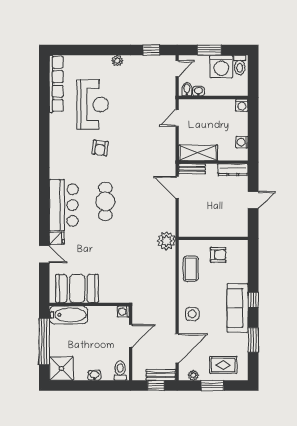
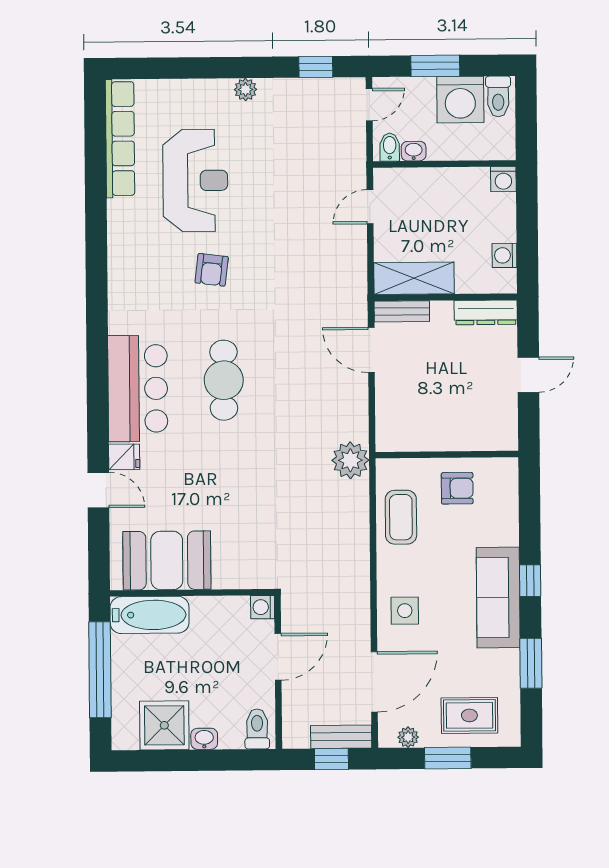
shower: (61, 369) -> (164, 725), moved

